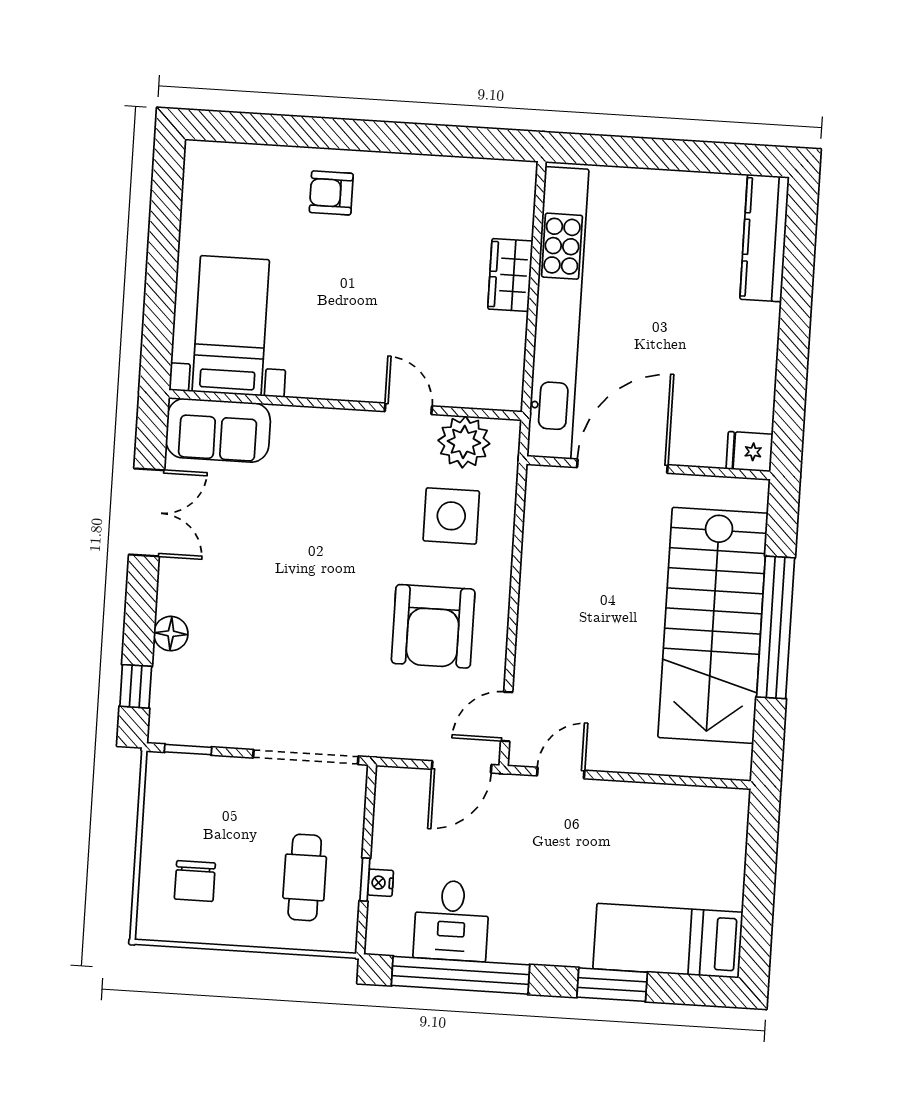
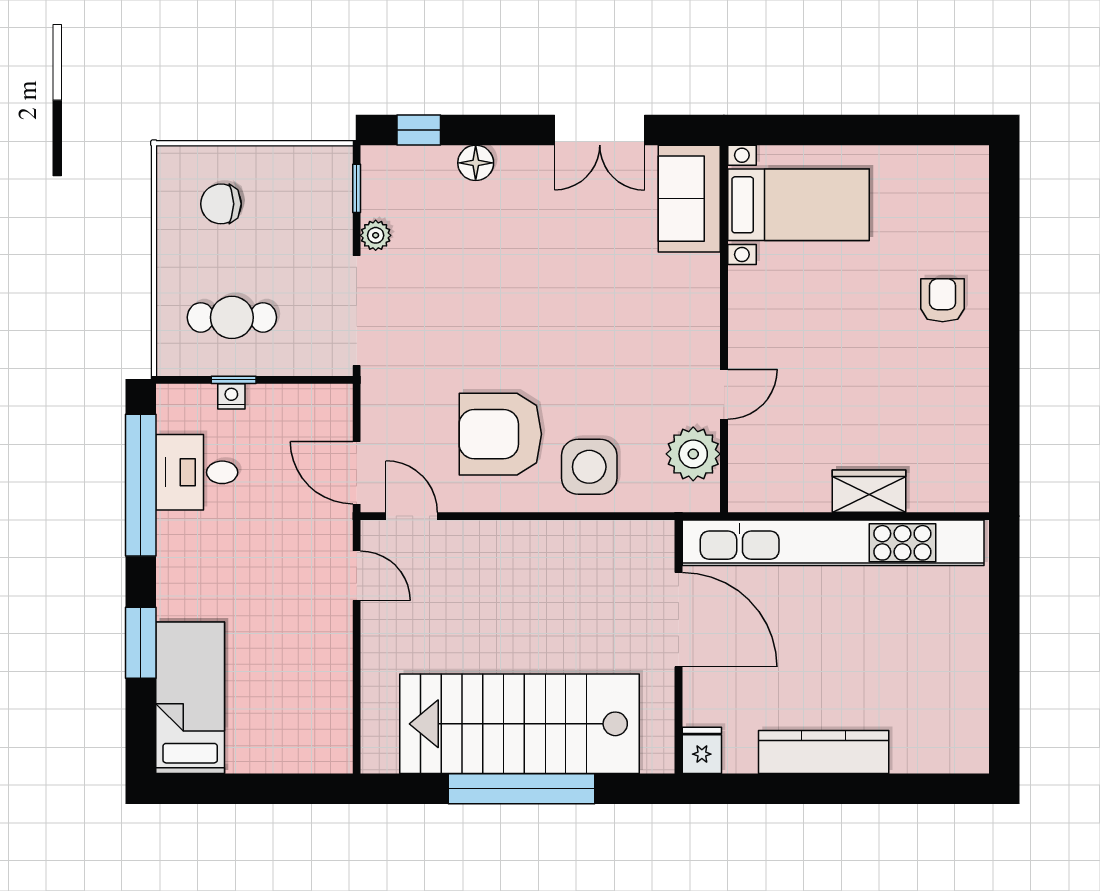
kitchen counter: (765, 238) -> (824, 752), moved
side table: (451, 516) -> (589, 467), moved
plant: (234, 734) -> (376, 235), added

